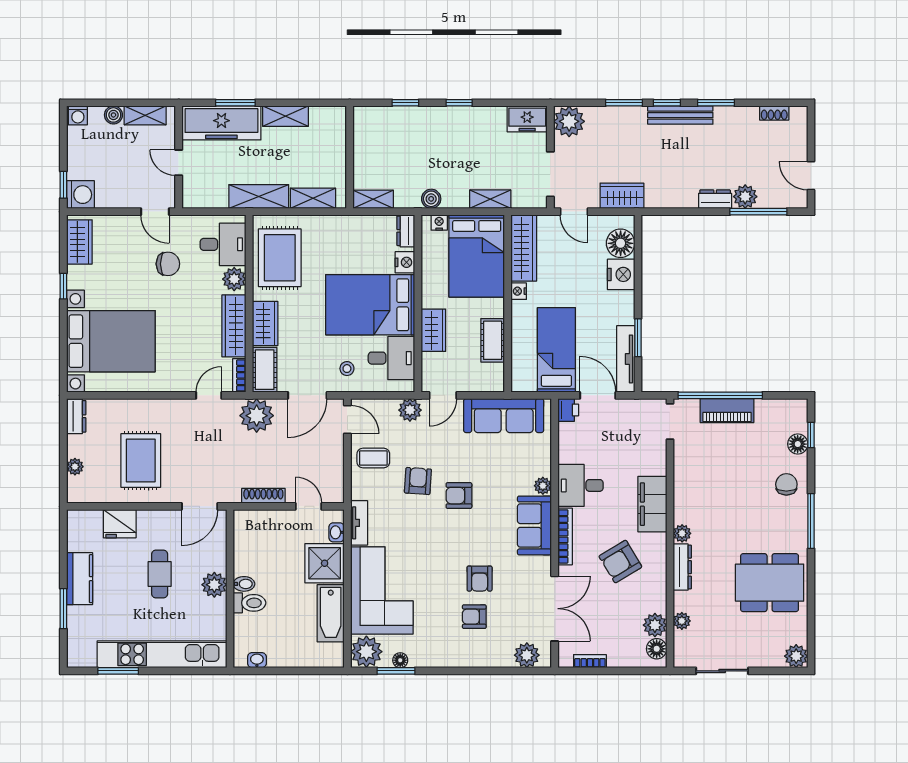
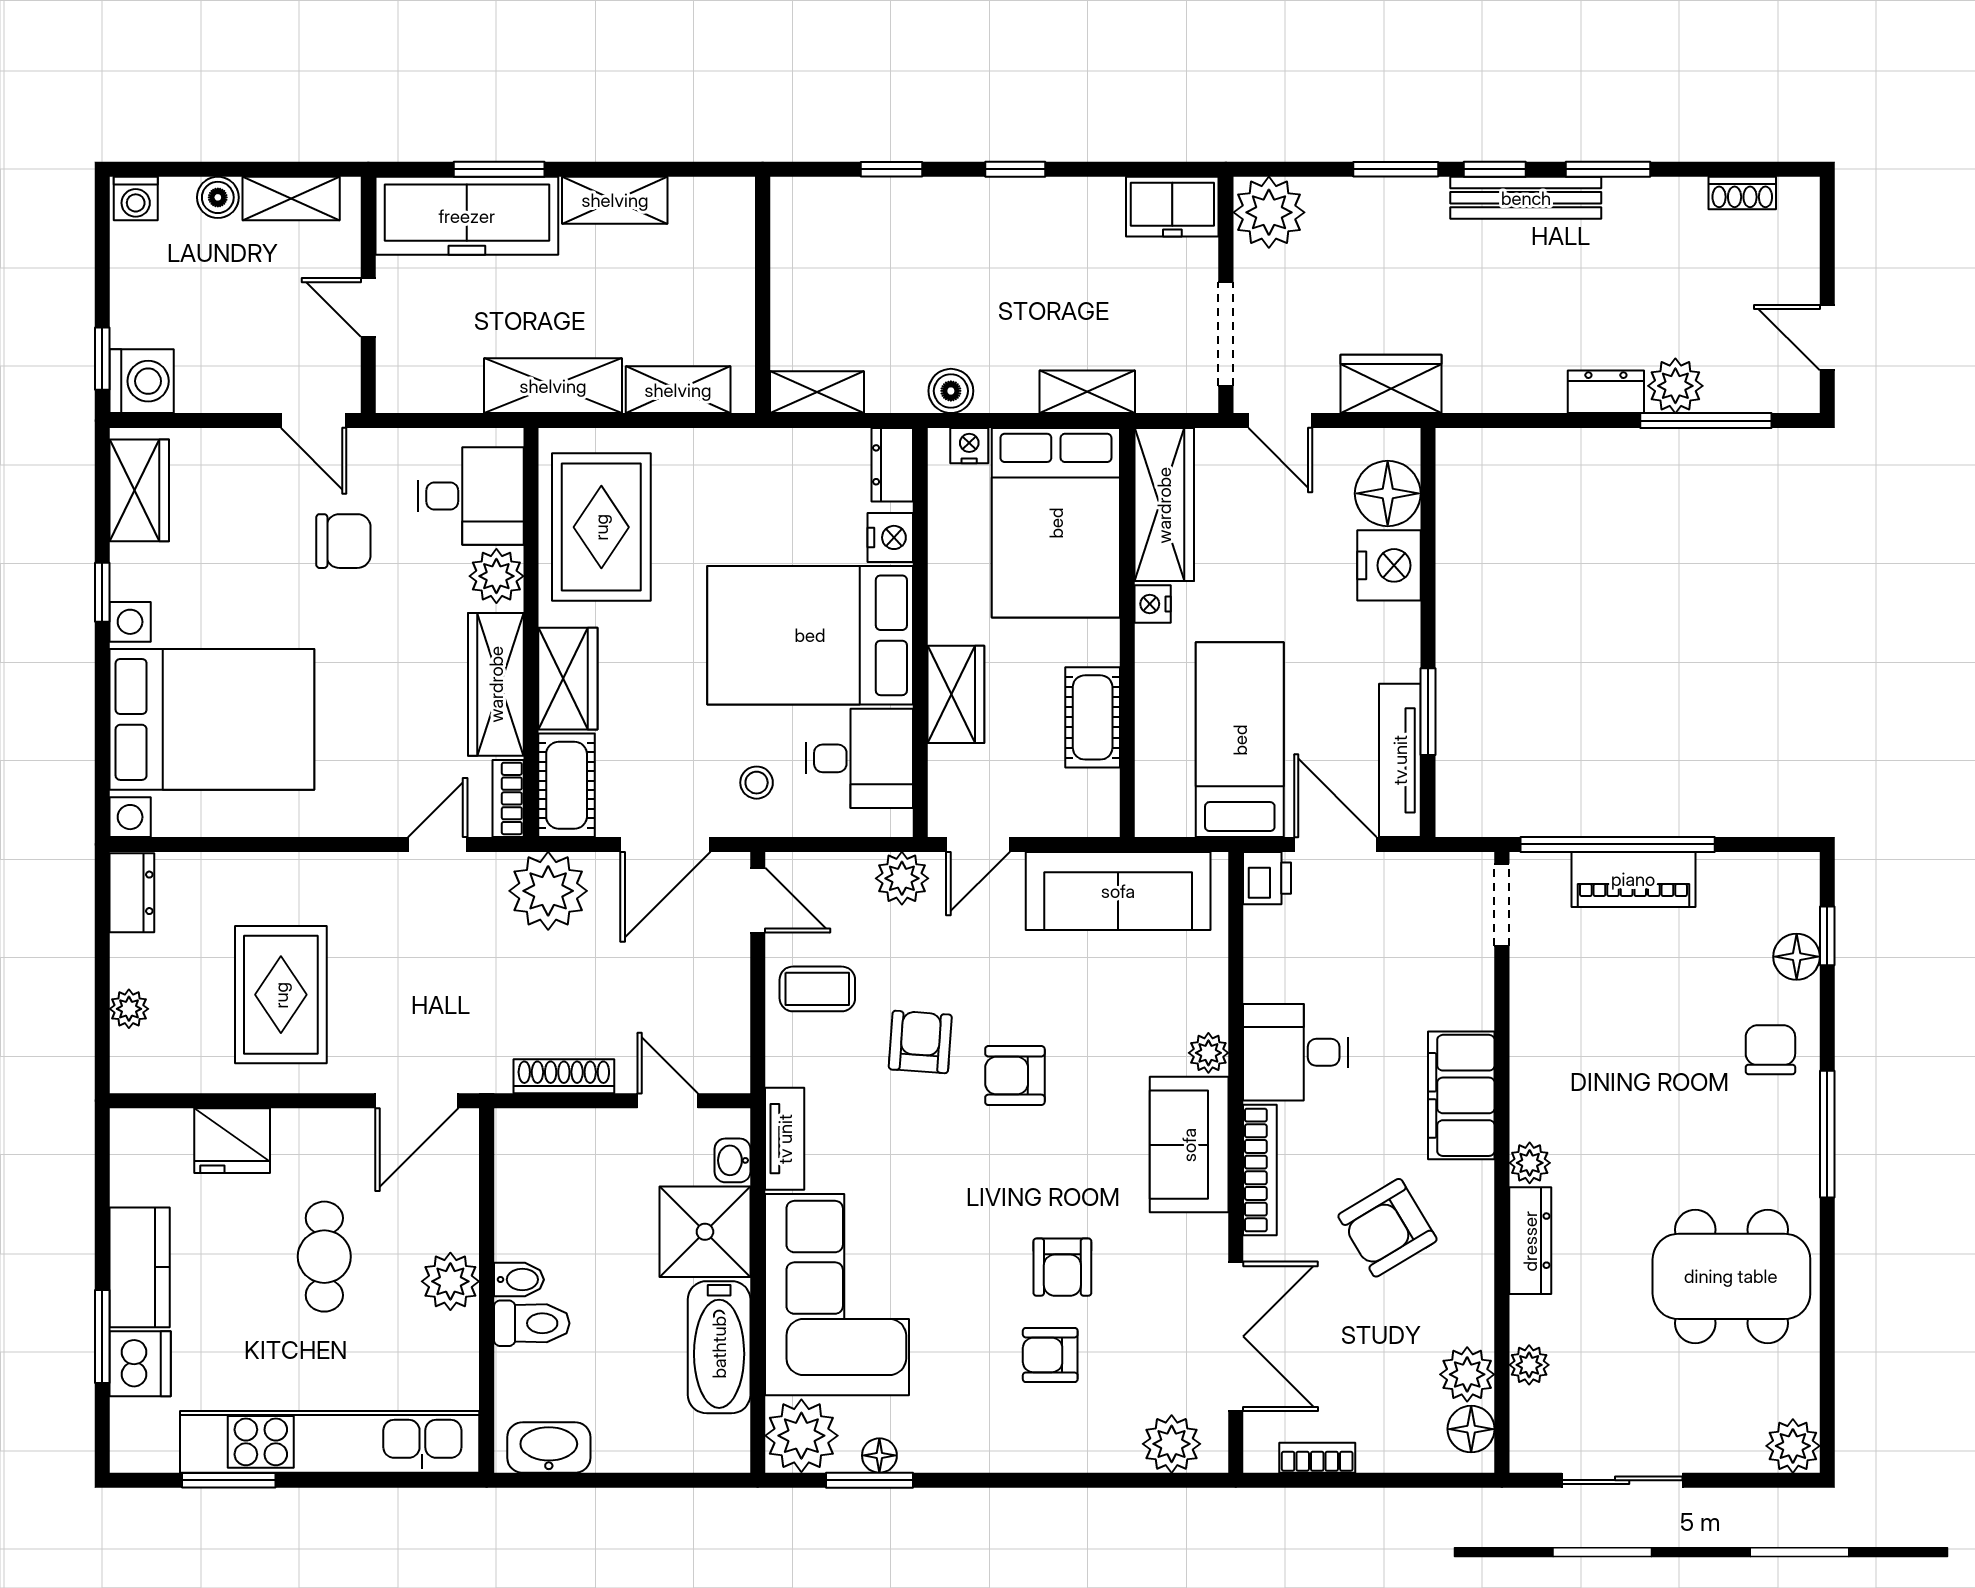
dishwasher: (80, 621) -> (140, 1364), added
washbasin: (257, 660) -> (549, 1447), width x1.91, depth x1.45

